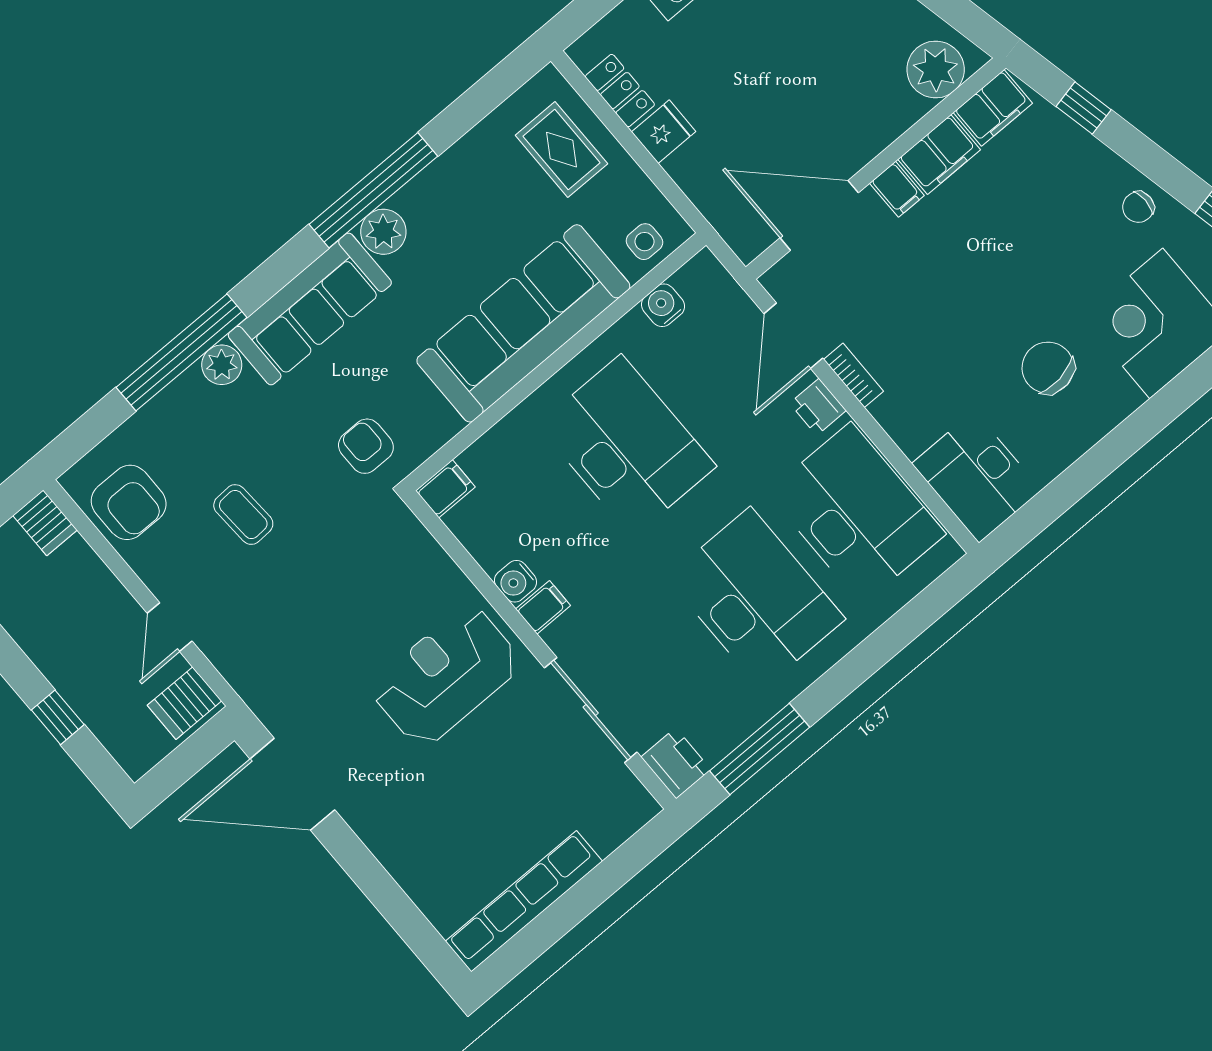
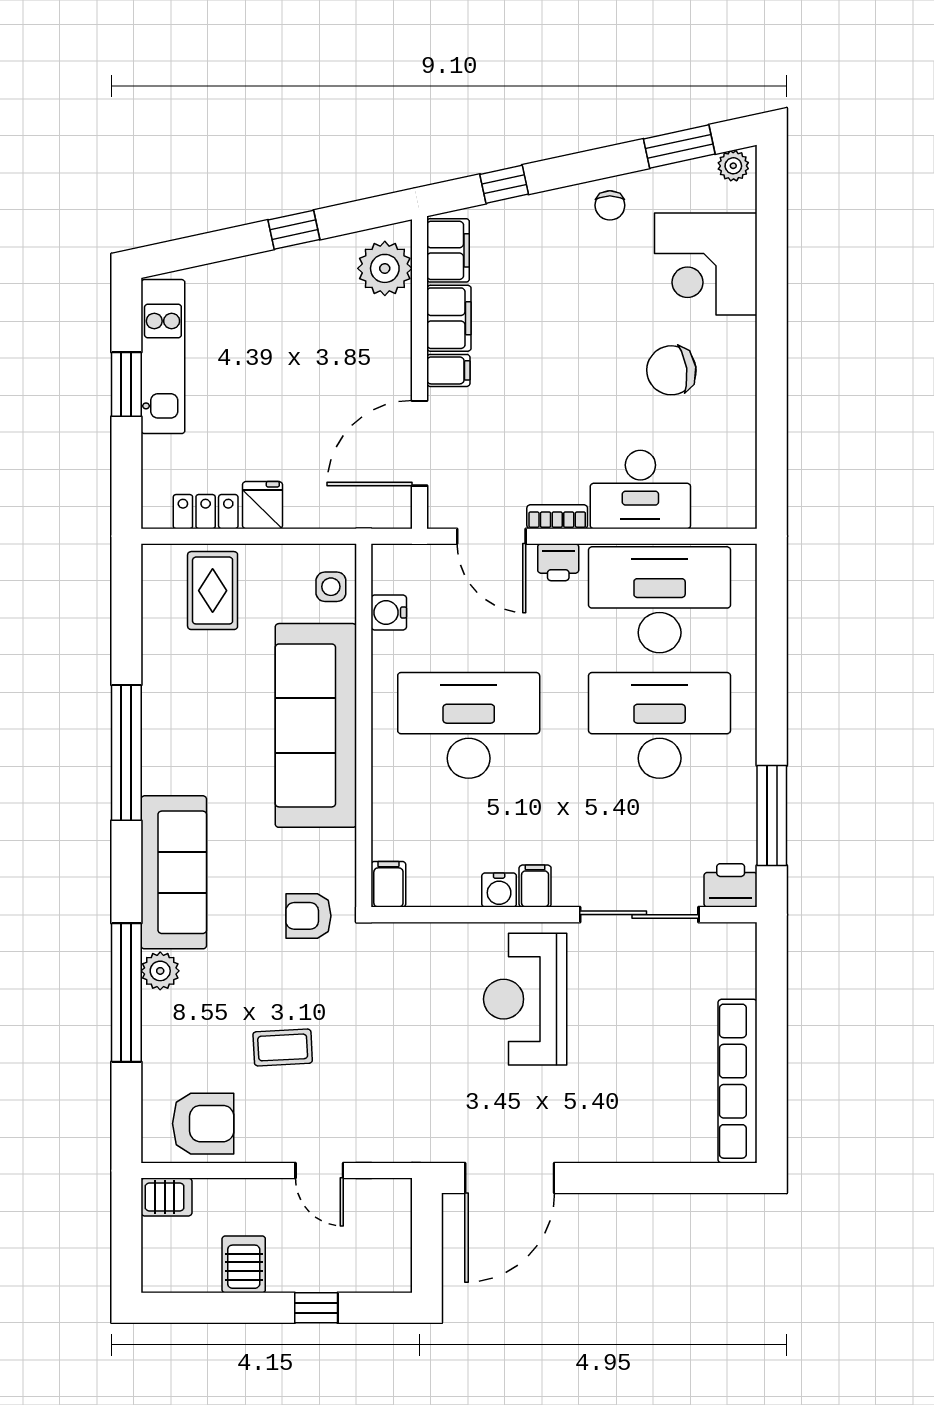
rug: (561, 150) -> (213, 591), turned 90
plant: (383, 232) -> (163, 771), removed
desk: (977, 477) -> (640, 489), moved
server rack: (184, 703) -> (244, 1264), moved, turned 180

